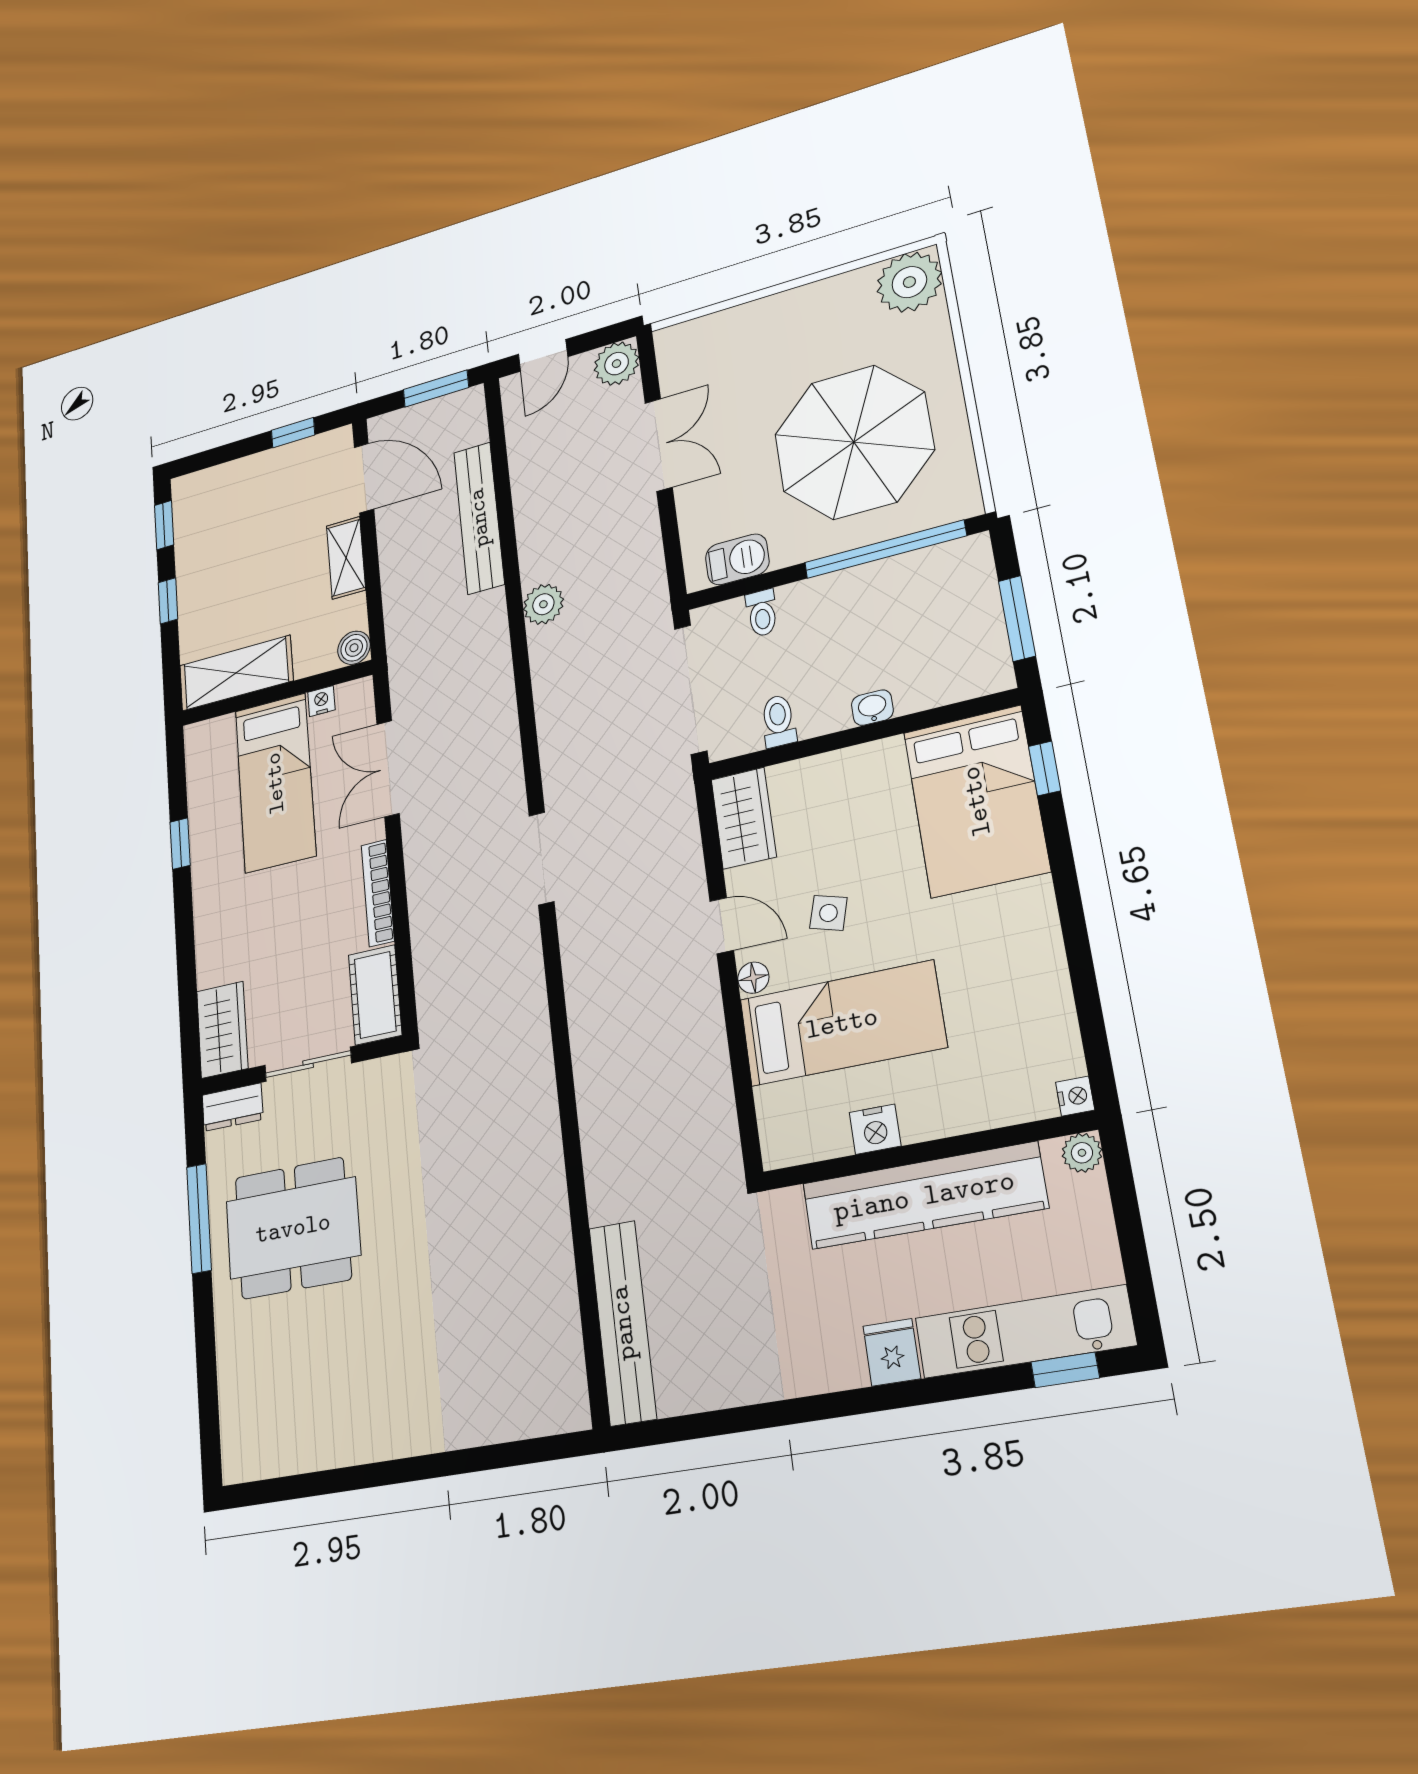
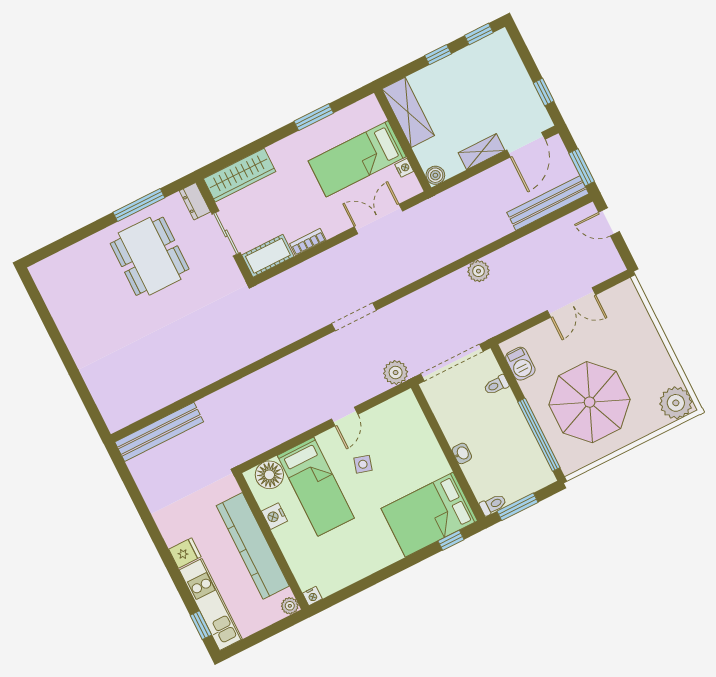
plant: (617, 364) -> (396, 373), moved
bench: (479, 518) -> (548, 203), moved
toilet: (779, 721) -> (493, 505), moved
wardrobe: (744, 818) -> (397, 410), removed
window: (180, 844) -> (314, 117), width x1.50
bookcase: (378, 893) -> (308, 242), width x0.64
floor lamp: (753, 978) -> (269, 475), moved, width x1.89, depth x1.89
wardrobe: (222, 1030) -> (240, 175), width x1.50

